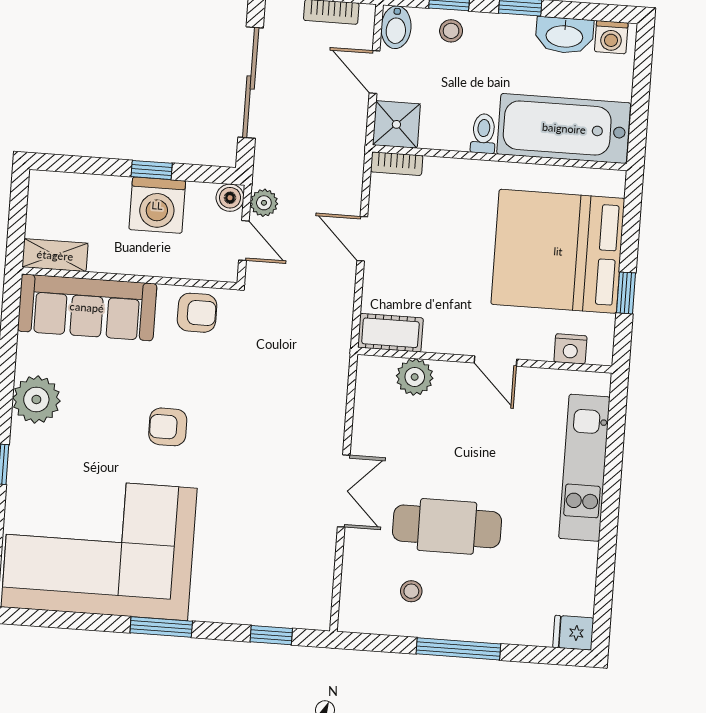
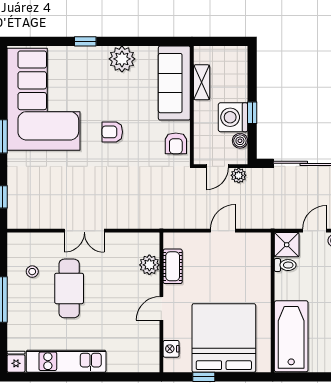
toilet: (483, 134) -> (285, 265), moved
bookcase: (397, 164) -> (265, 246), removed
boiler: (230, 198) -> (240, 141), moved
shelving: (55, 255) -> (202, 82), moved
cot: (390, 333) -> (173, 266), moved
armchair: (168, 427) -> (112, 132), turned -90
kitchen unit: (584, 468) -> (66, 361), moved

